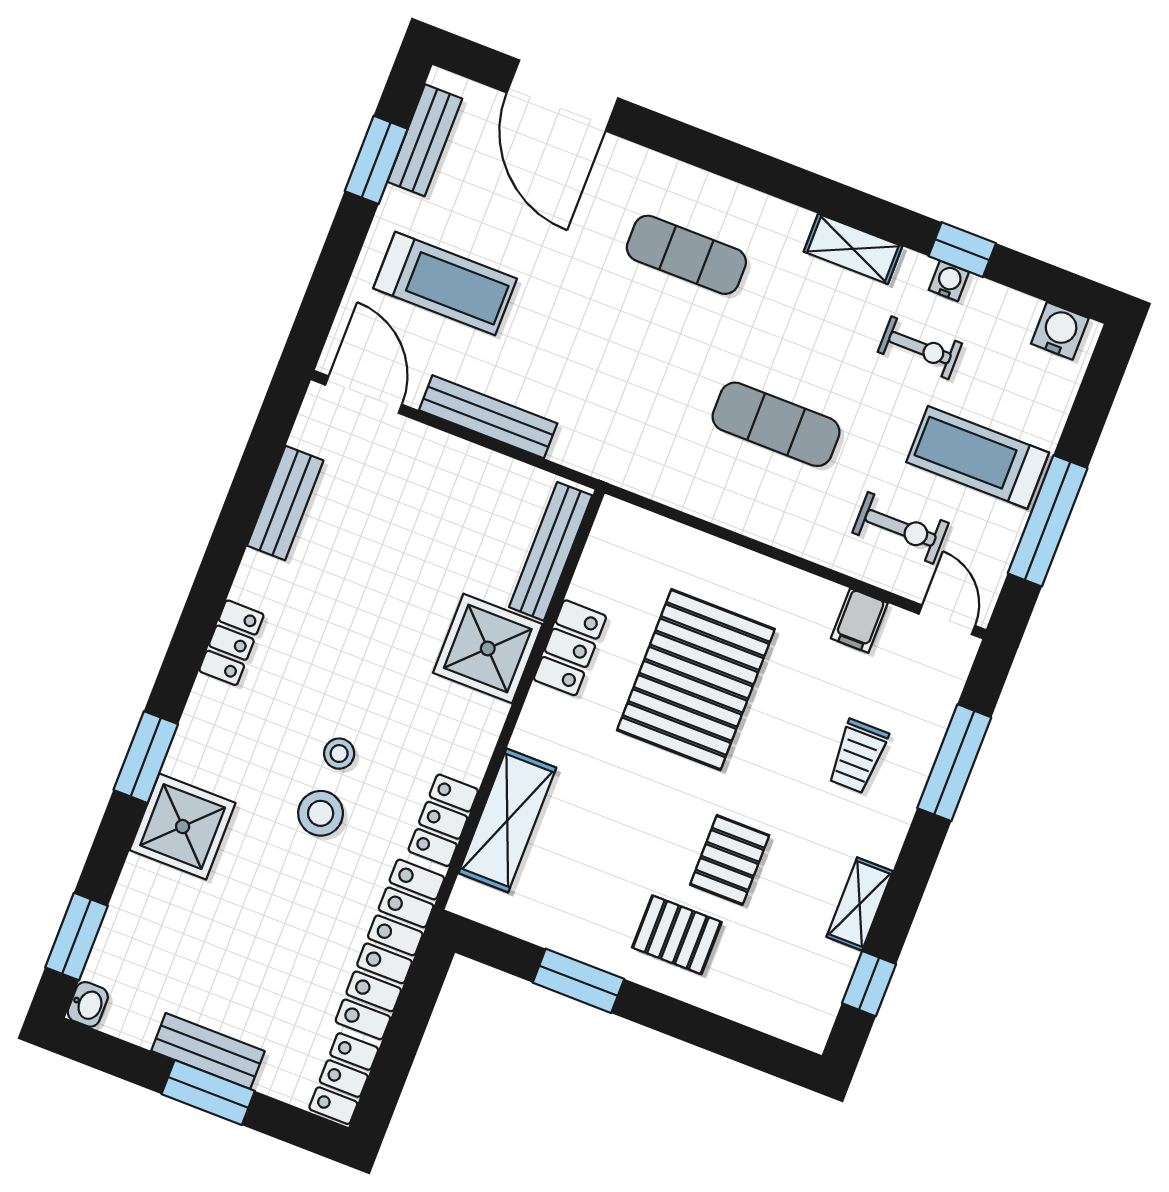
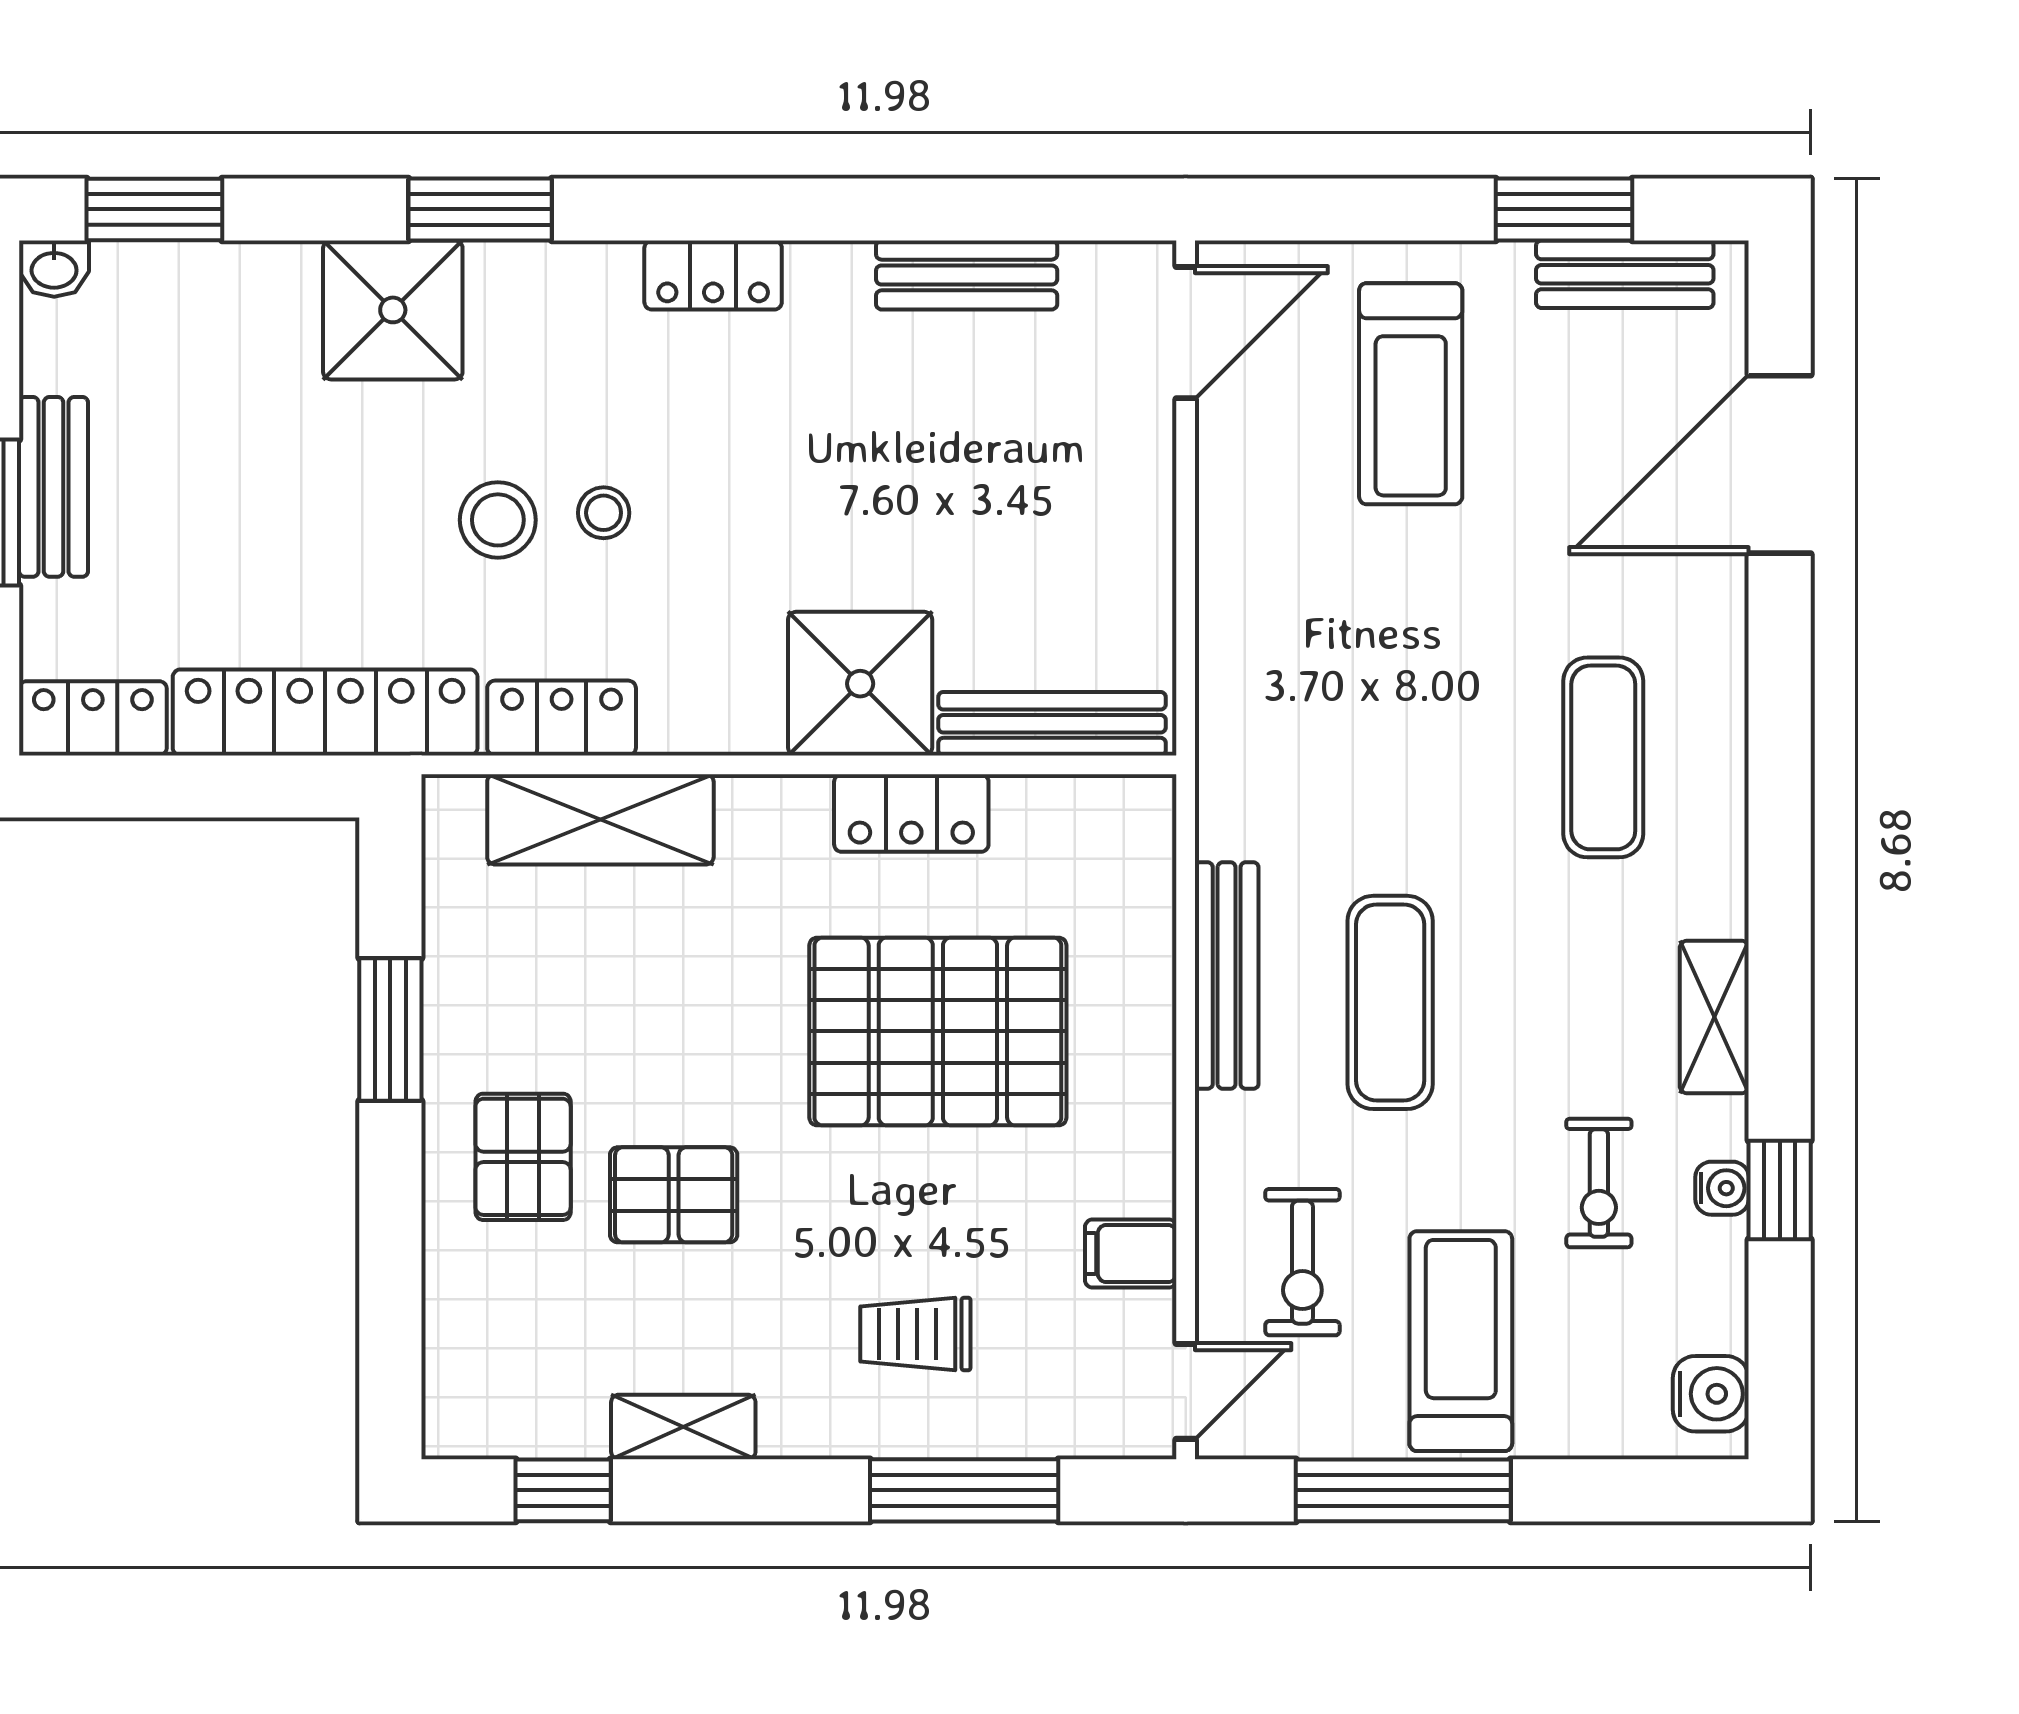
bench: (488, 417) -> (1227, 976), moved

